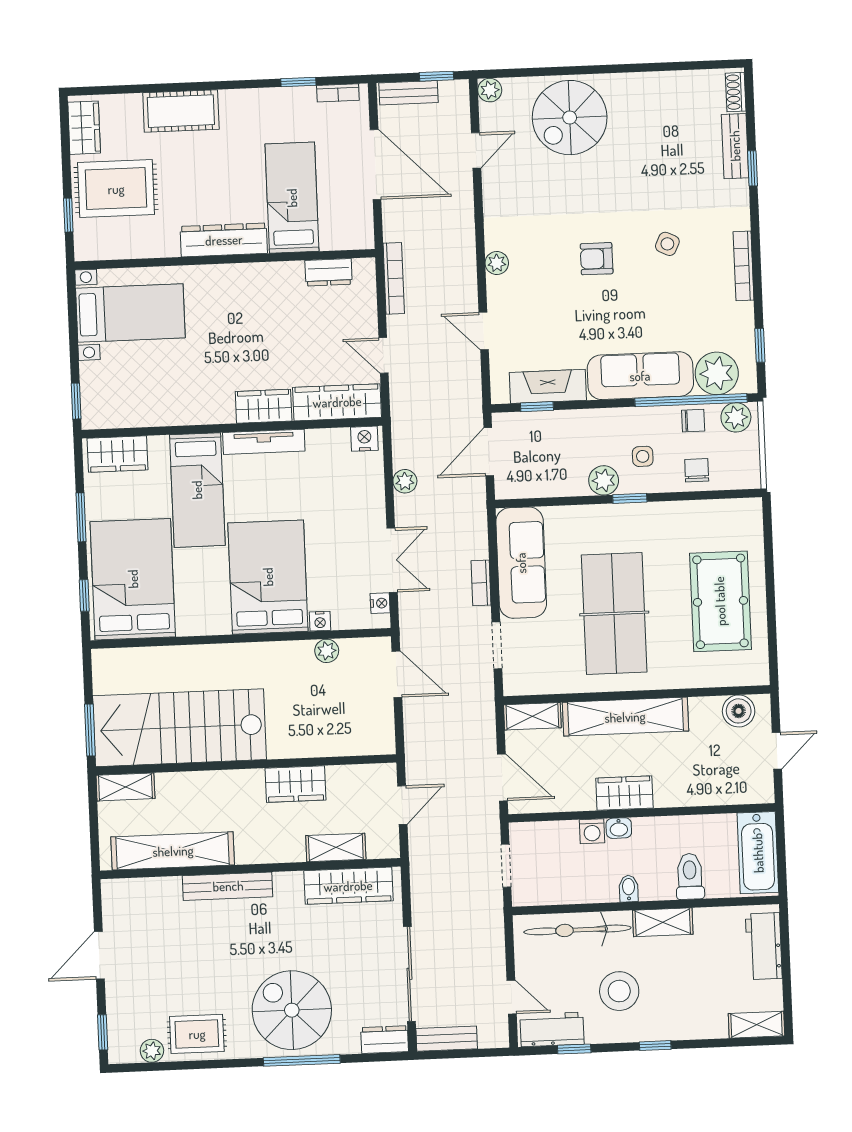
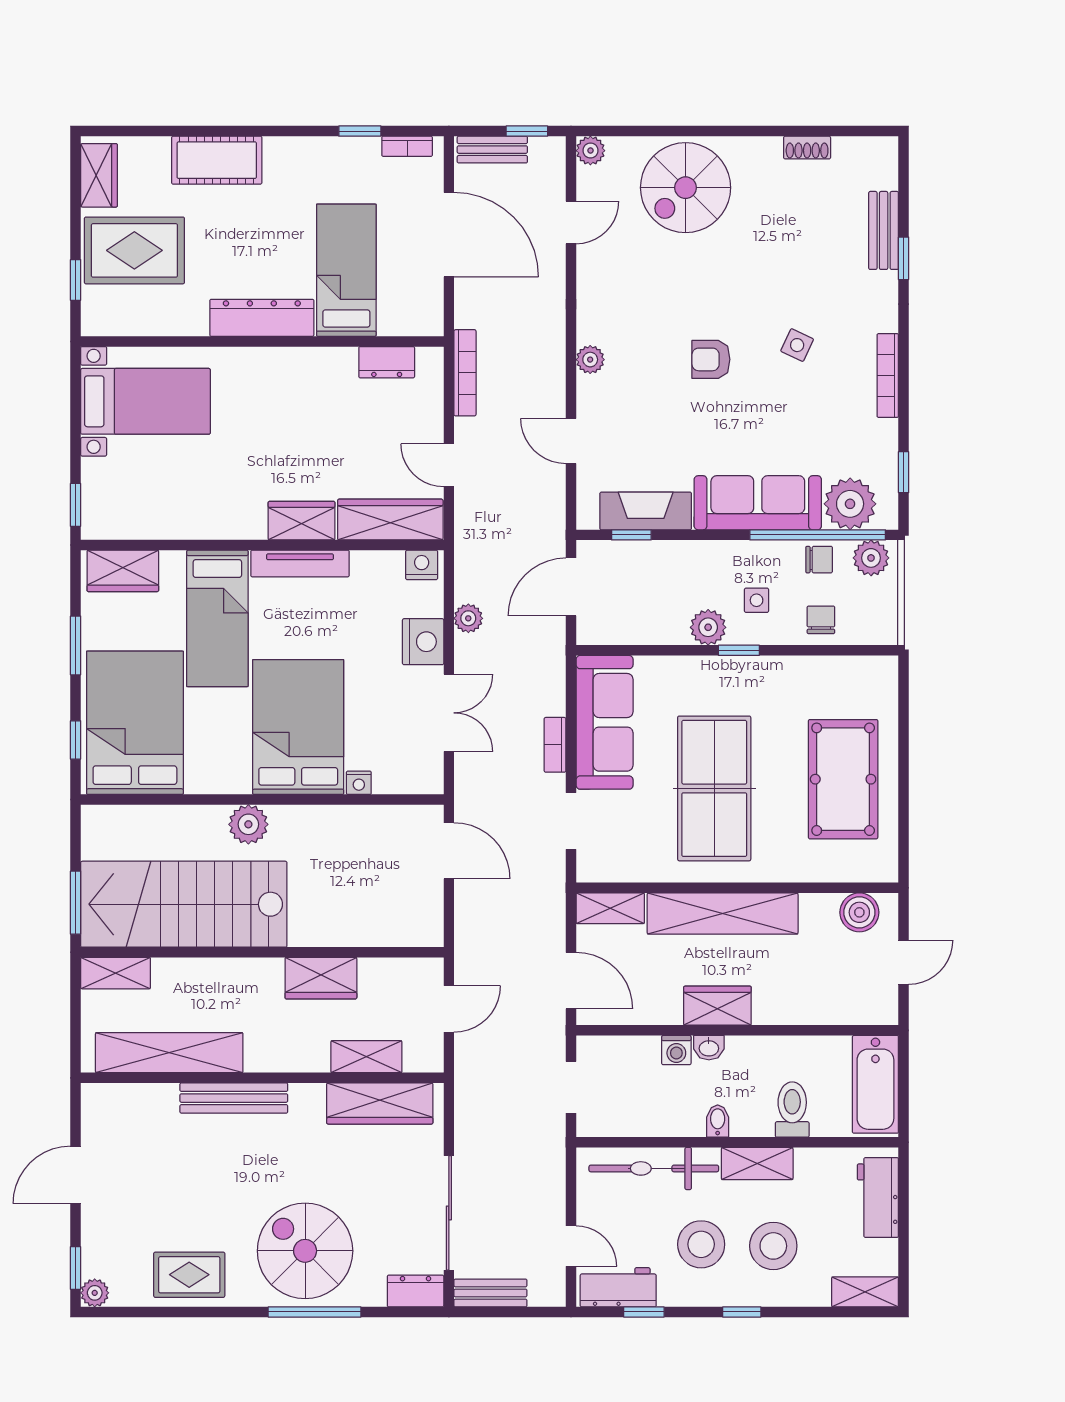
shoe rack: (736, 92) -> (807, 148), moved, turned -90
nightstand: (380, 603) -> (423, 642), moved, width x1.89, depth x1.79
plant: (327, 651) -> (248, 824), moved, width x1.38, depth x1.38
stool: (679, 990) -> (773, 1246), added
plant: (152, 1051) -> (95, 1293), moved

